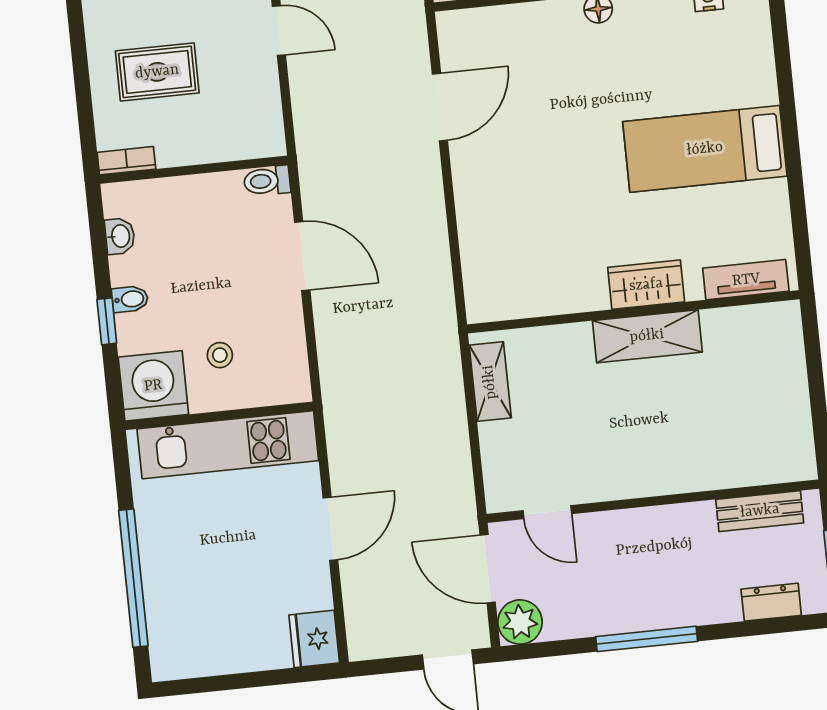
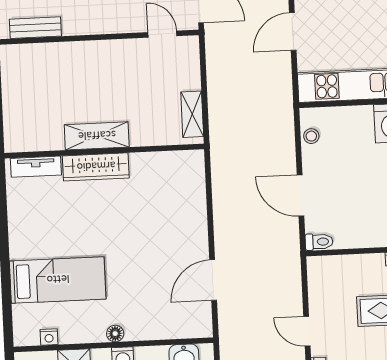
bed: (705, 149) -> (58, 280), moved
wardrobe: (646, 285) -> (96, 167), width x1.50
stool: (220, 355) -> (311, 136), moved

